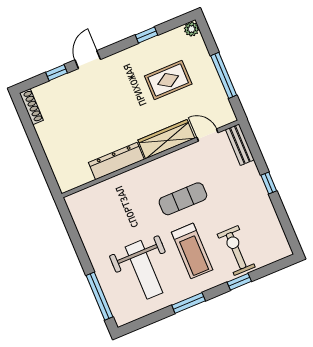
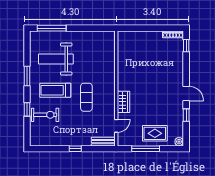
door: (88, 60) -> (186, 94), moved
window: (57, 73) -> (186, 46), moved
rug: (168, 80) -> (155, 133), moved, turned 90
wardrobe: (166, 139) -> (123, 102), width x0.67
dresser: (116, 161) -> (123, 69), removed

